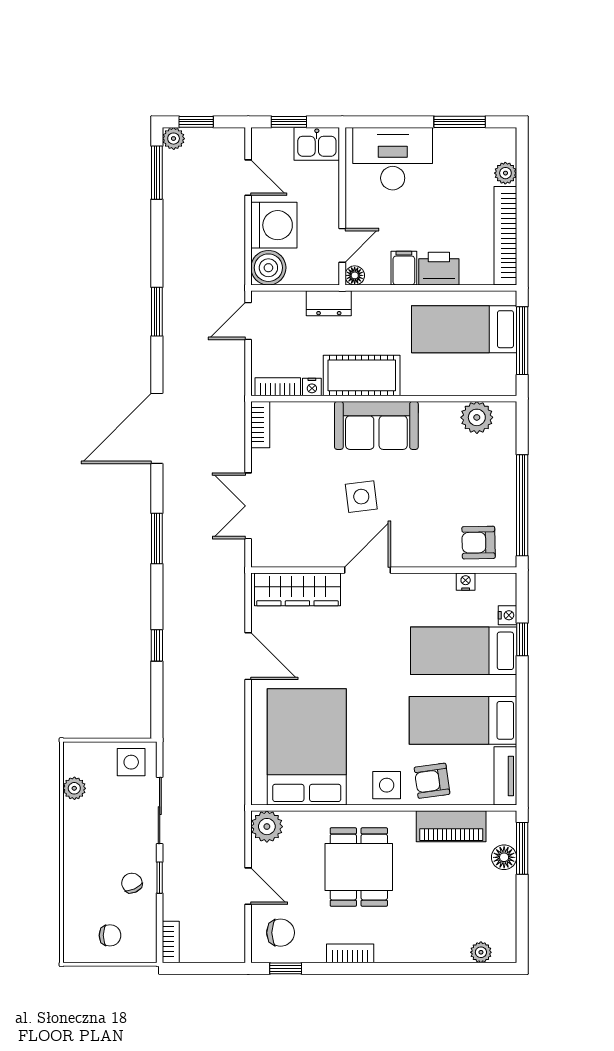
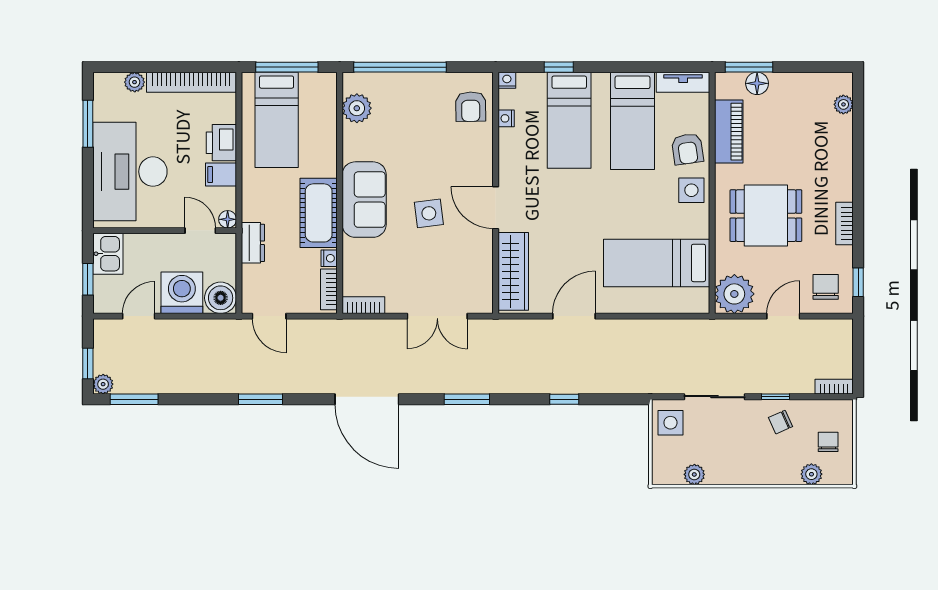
desk: (393, 159) -> (130, 172), width x1.36, depth x1.30
window: (522, 505) -> (400, 67), moved
nightstand: (507, 615) -> (507, 80), moved
bed: (307, 747) -> (657, 263), width x0.67
plant: (267, 827) -> (734, 294), width x1.36, depth x1.36
plant: (75, 917) -> (811, 474), added

